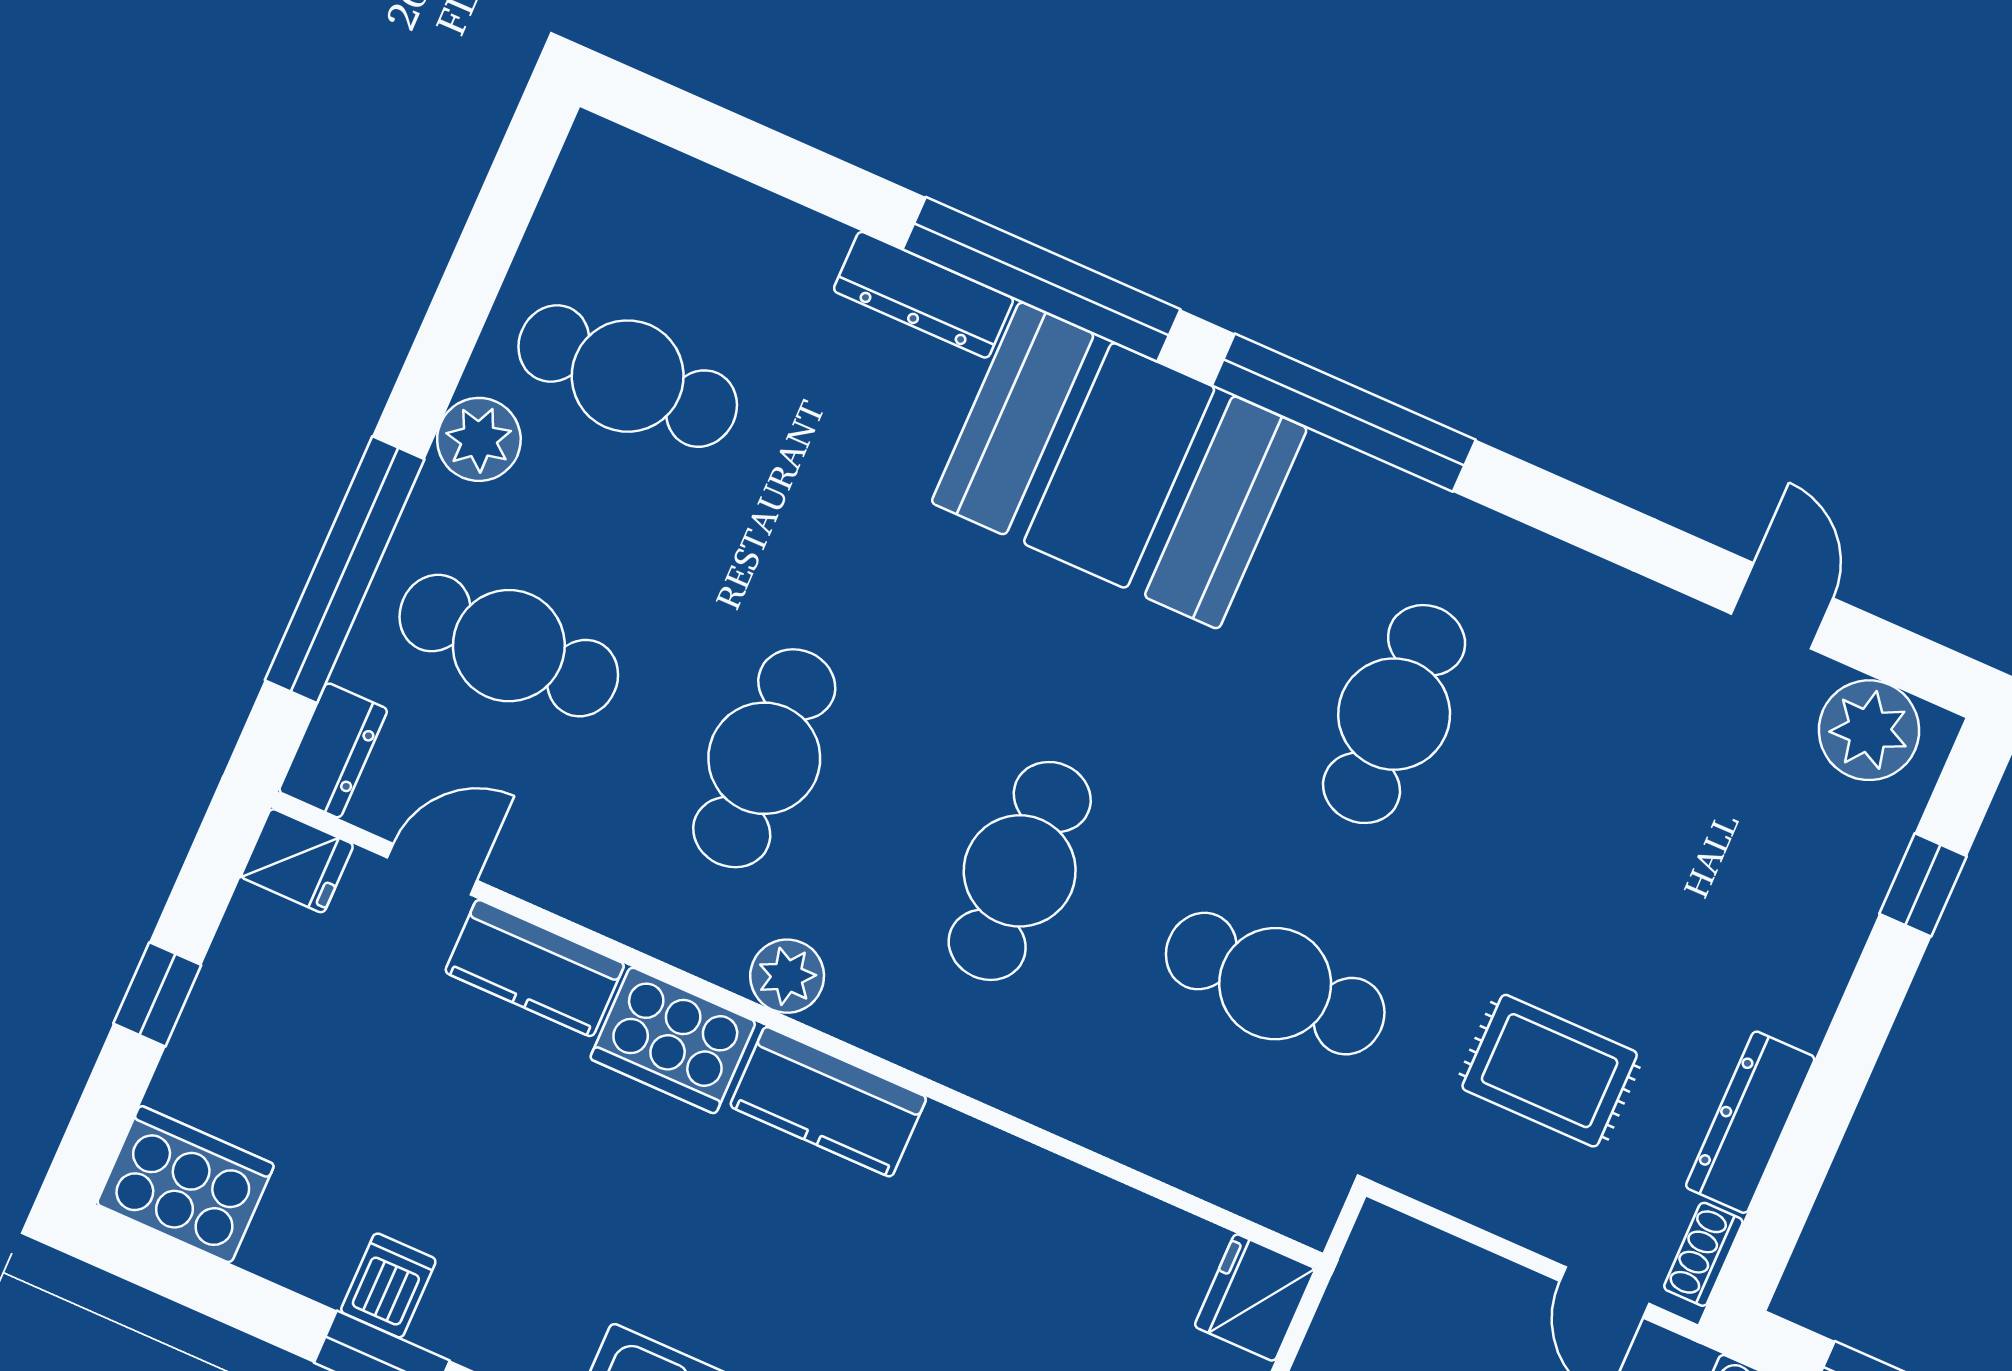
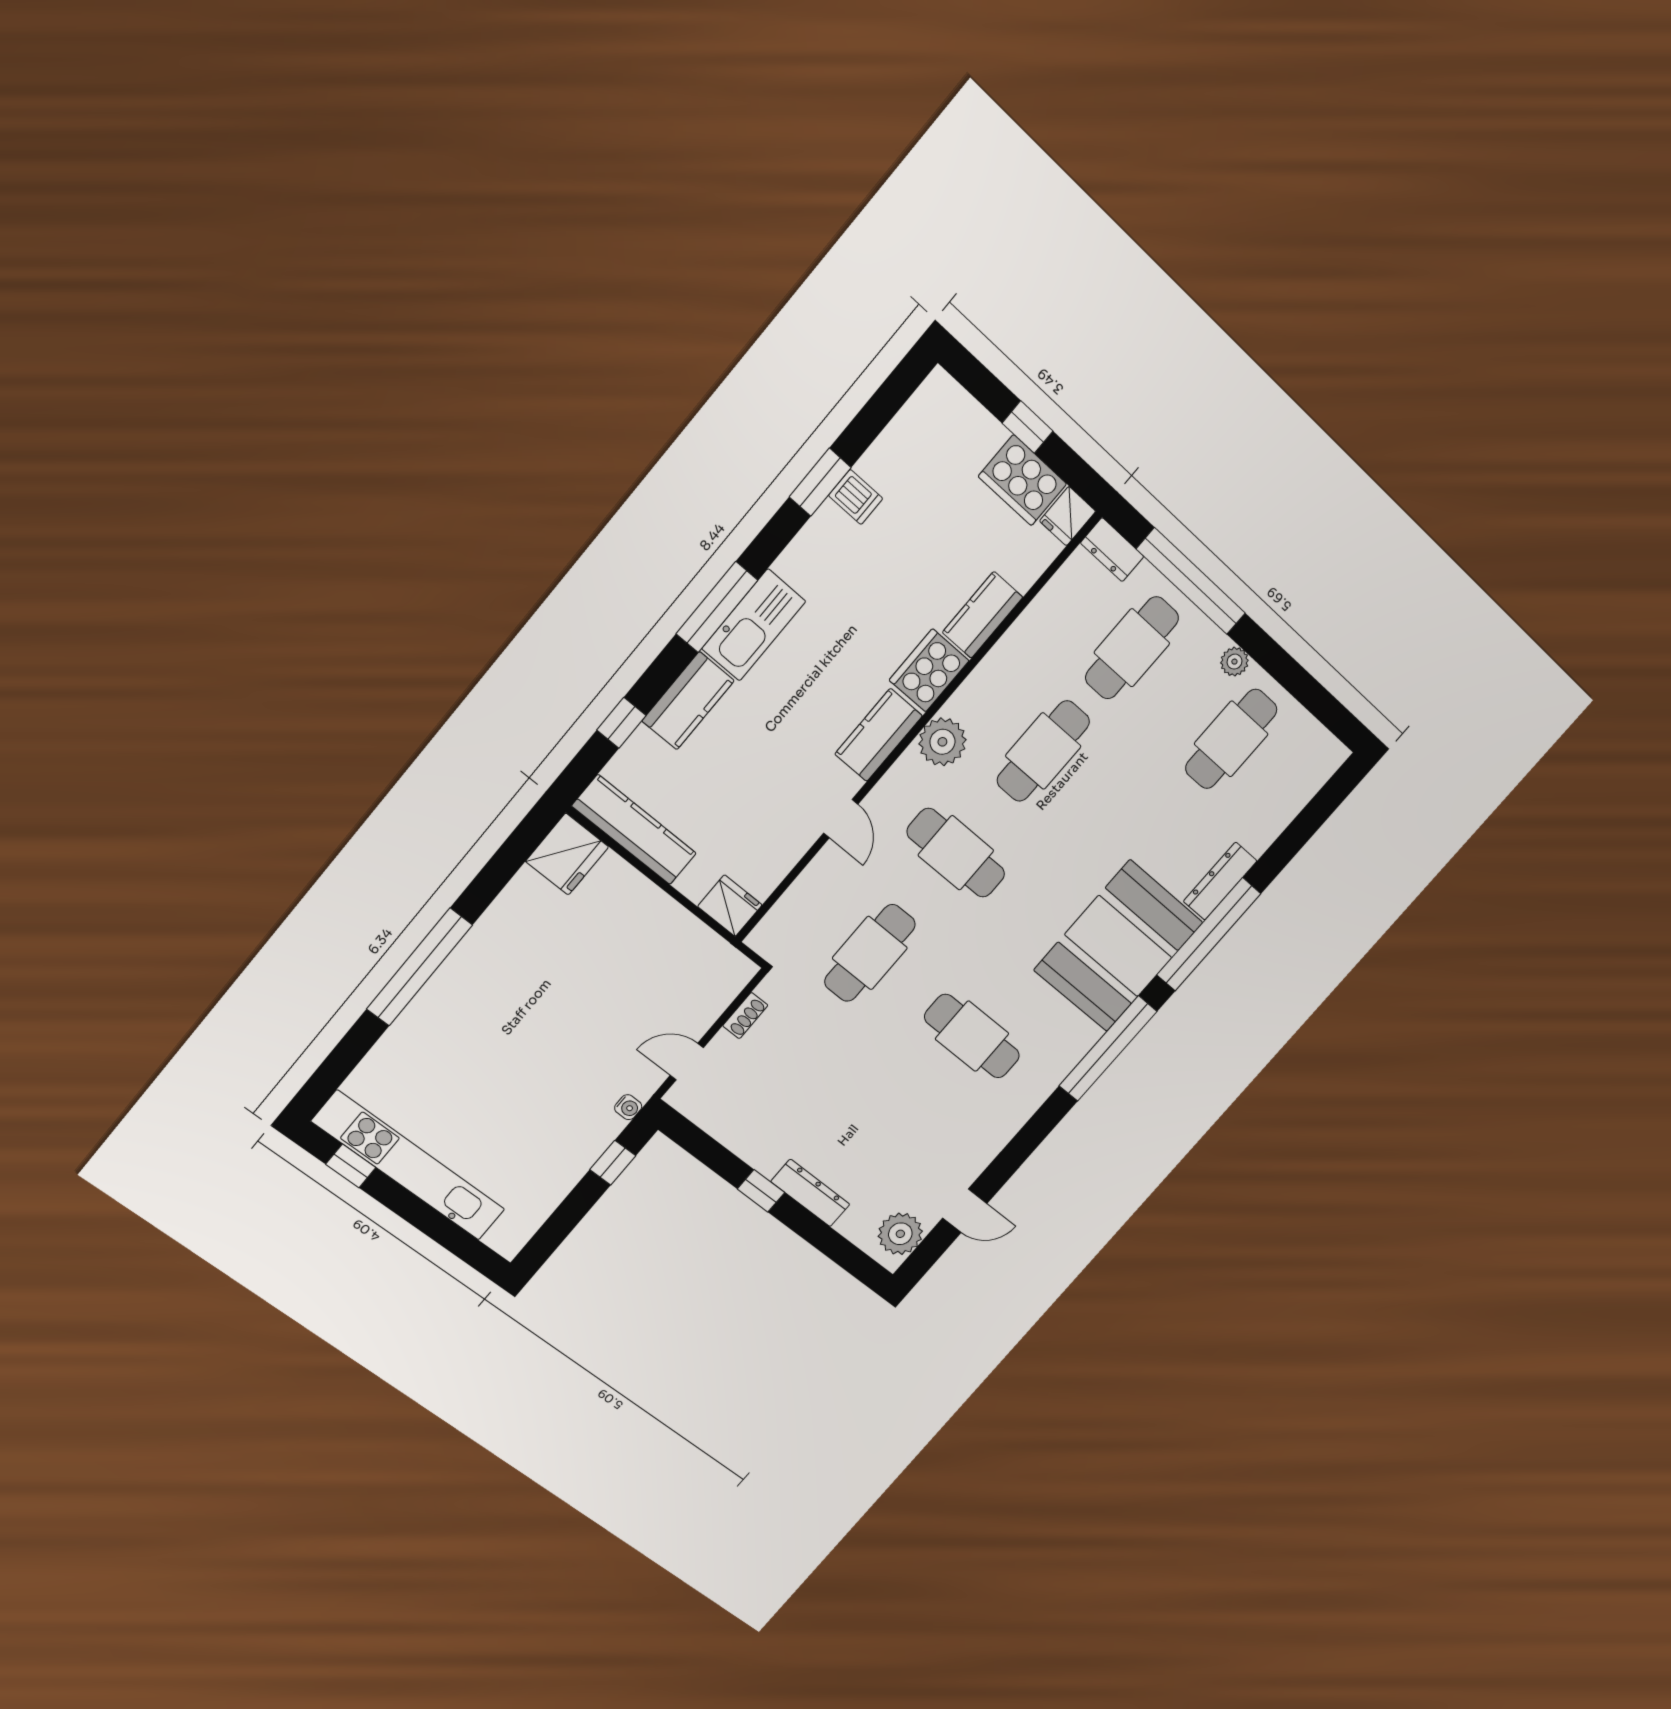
plant: (479, 439) -> (1234, 662), width x0.73, depth x0.73
cafe table: (764, 758) -> (1043, 751), turned 90
door: (432, 869) -> (841, 819), moved
window: (1923, 885) -> (761, 1191), moved
plant: (787, 976) -> (942, 742), width x1.36, depth x1.36
rug: (1550, 1071) -> (794, 1063), removed
dresser: (1750, 1122) -> (810, 1193), moved
cooker: (185, 1184) -> (1022, 480), moved, turned 90
shoe rack: (1703, 1254) -> (745, 1016), moved, turned 90

